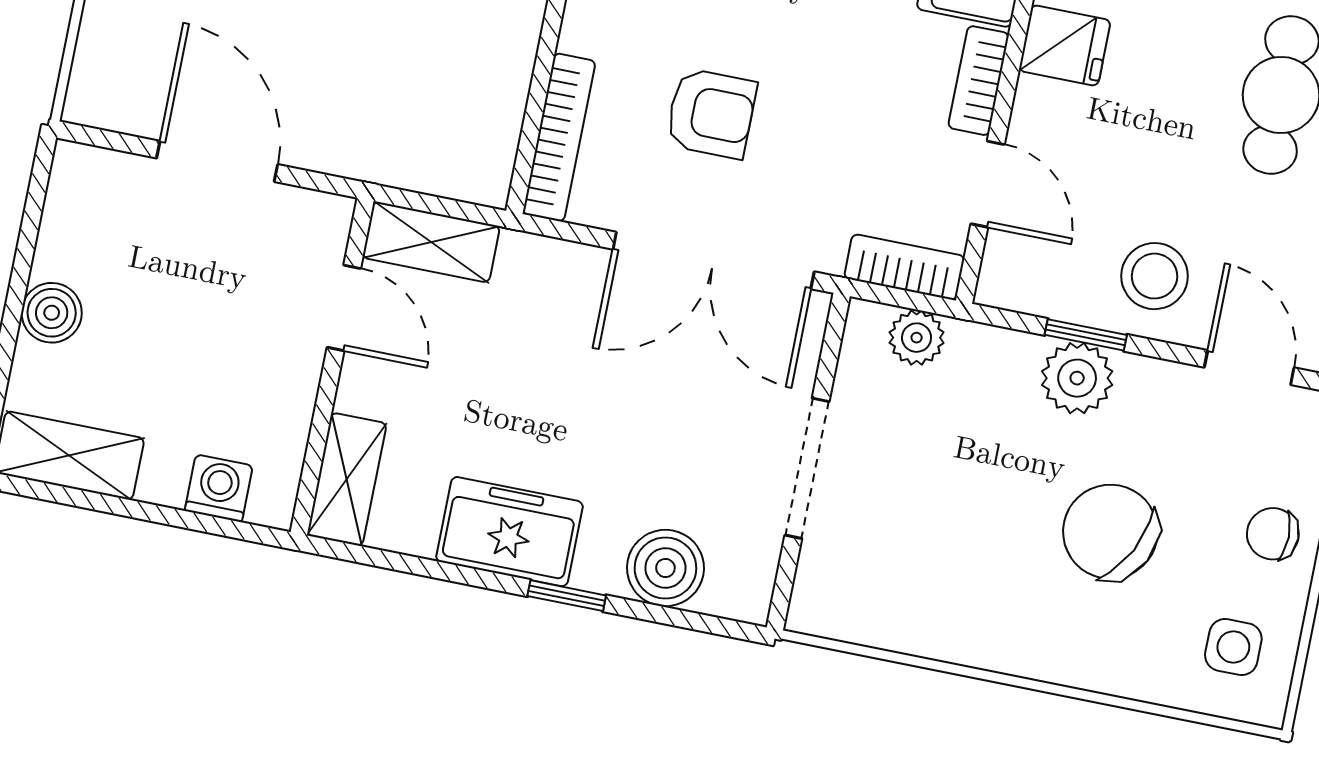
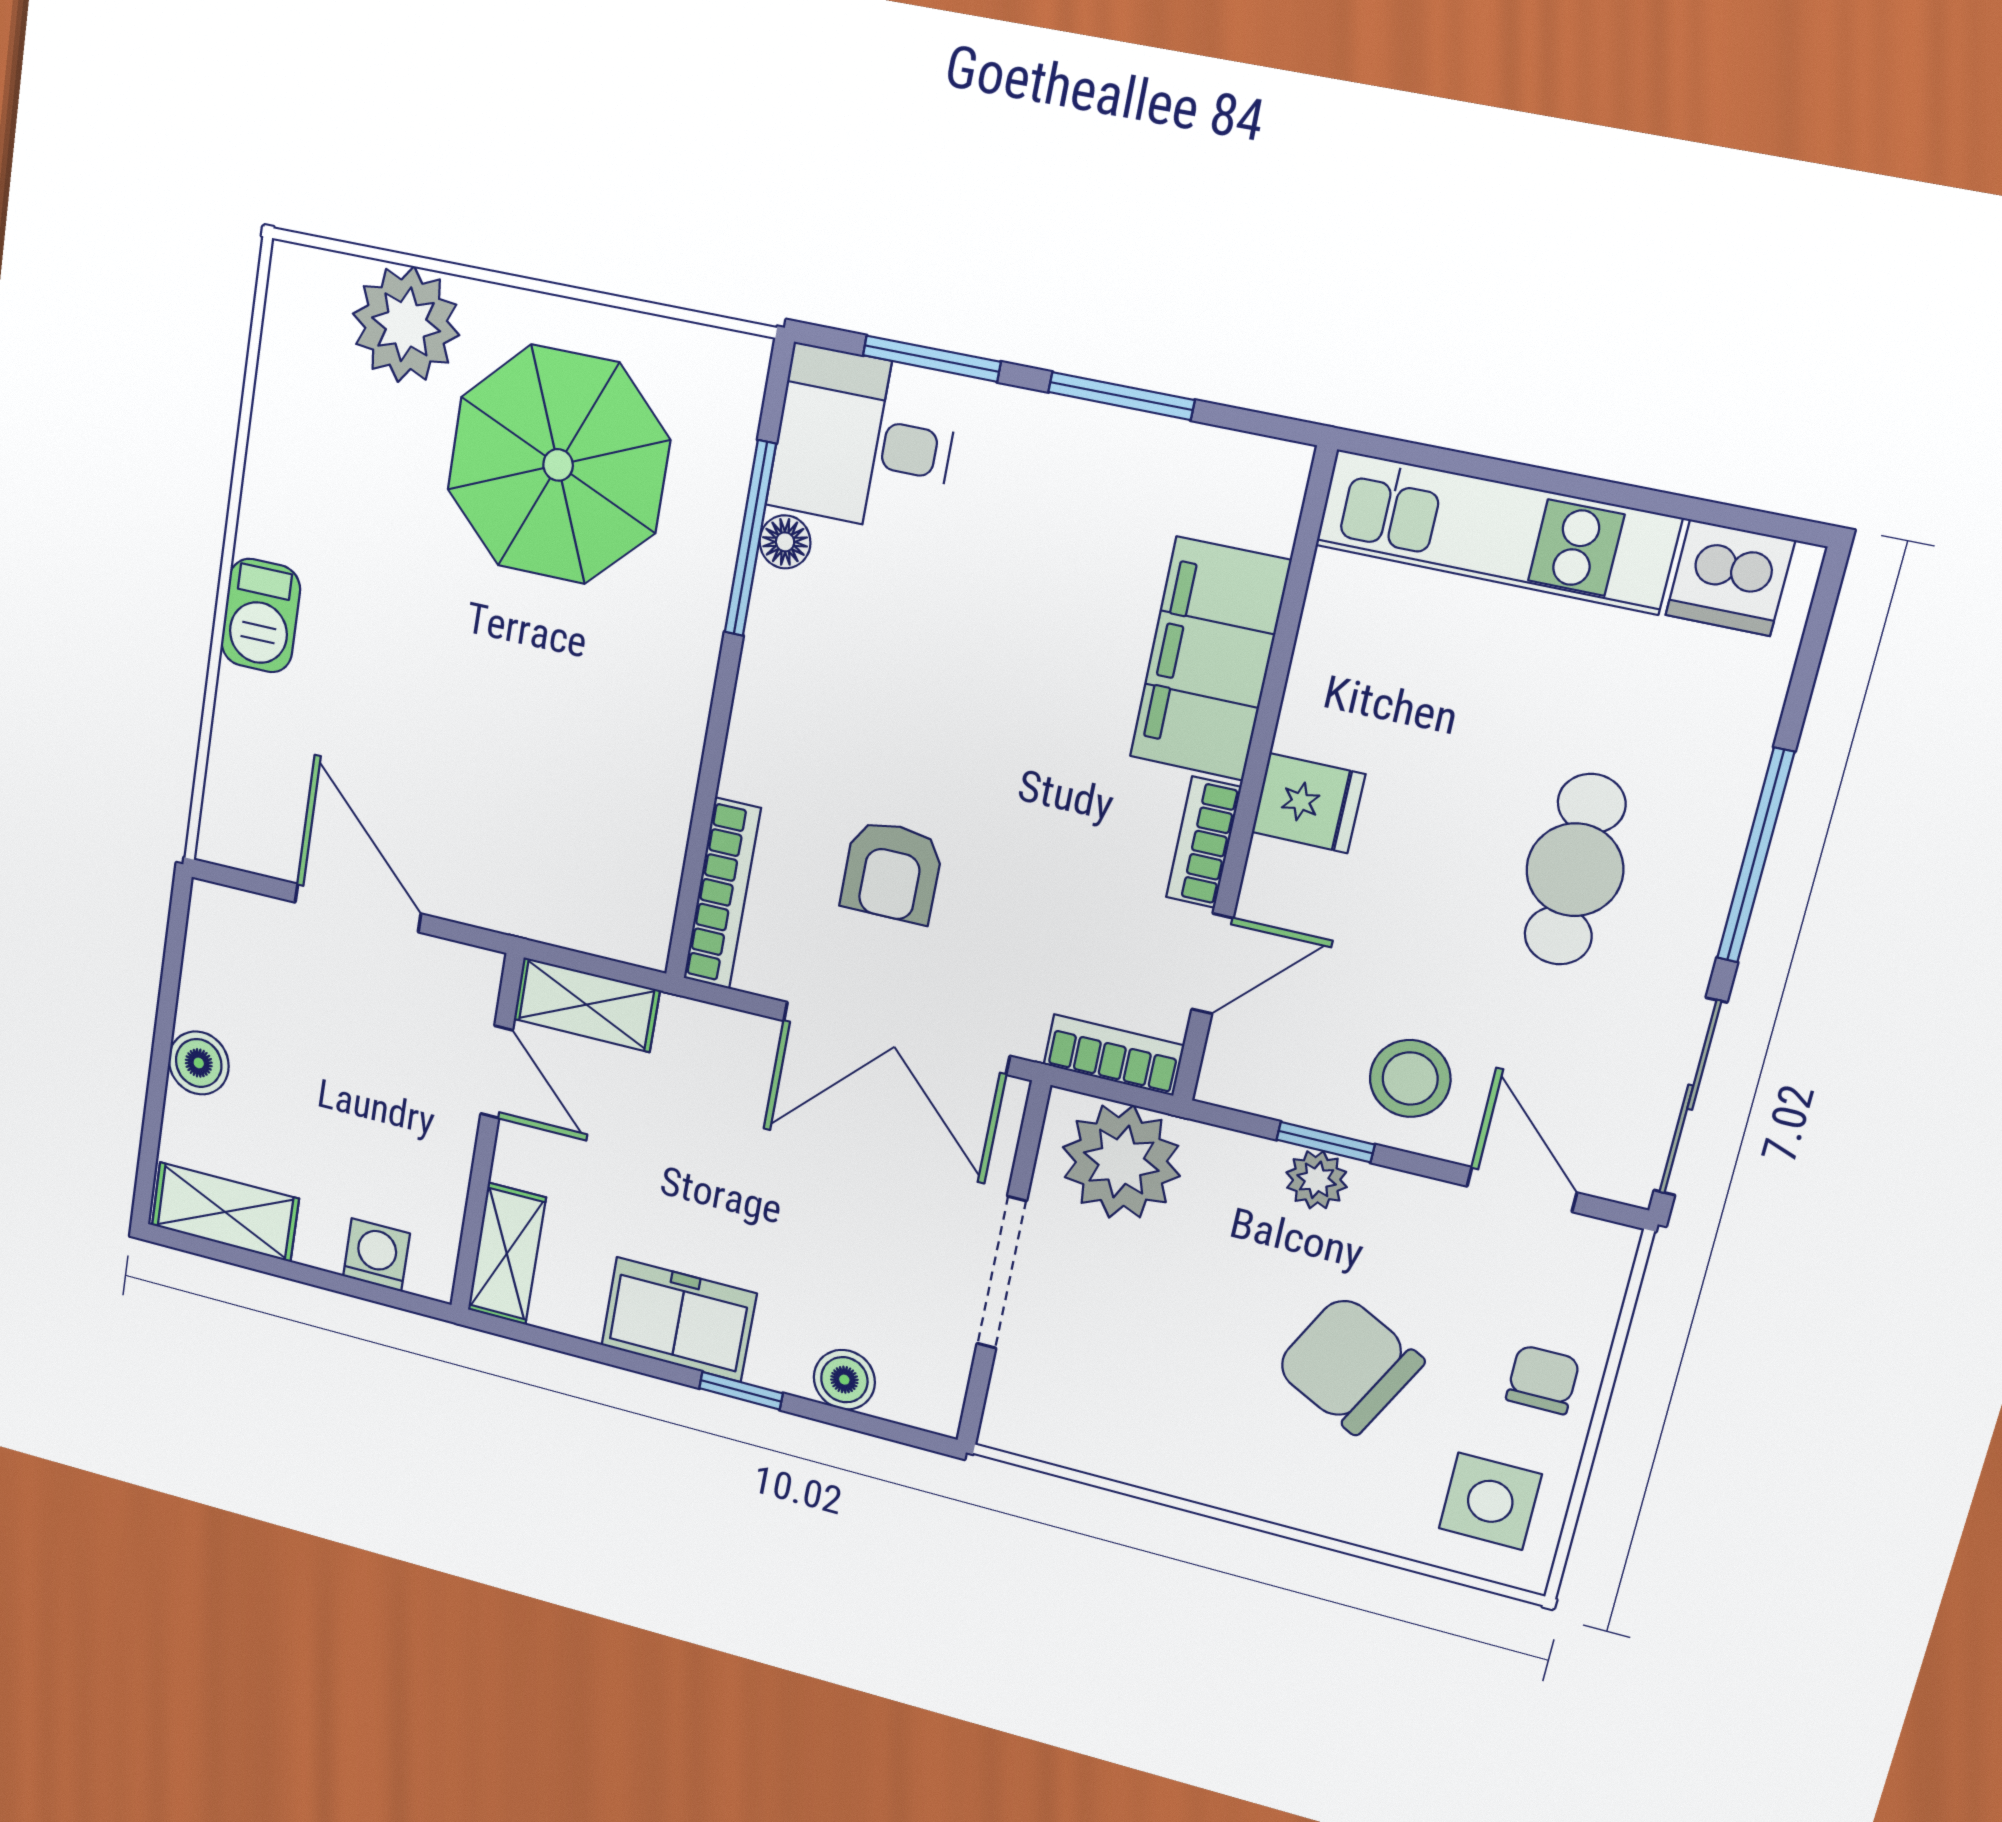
armchair: (711, 113) -> (892, 872), turned 90
door: (988, 184) -> (1212, 964), hinge flipped
plant: (917, 338) -> (1121, 1162), width x1.88, depth x1.88
plant: (1077, 378) -> (1317, 1180), width x0.73, depth x0.73
chair: (1273, 534) -> (1543, 1380), turned 90
boiler: (665, 568) -> (844, 1380), width x0.73, depth x0.73
side table: (1233, 647) -> (1490, 1501), width x1.37, depth x1.37

